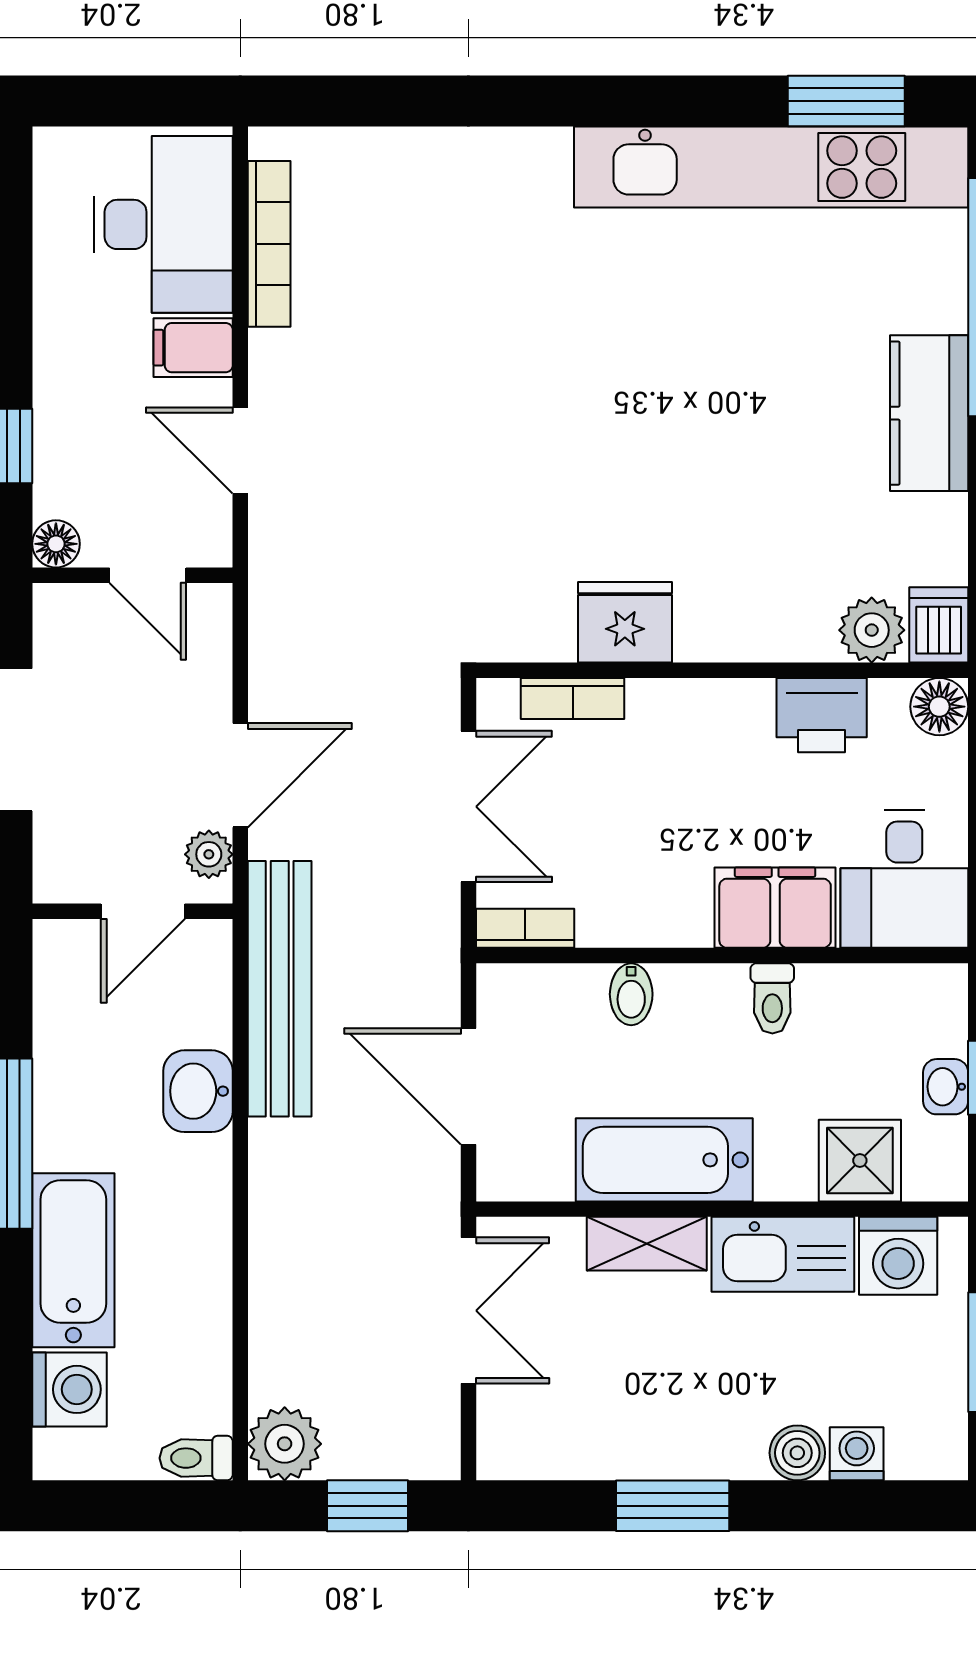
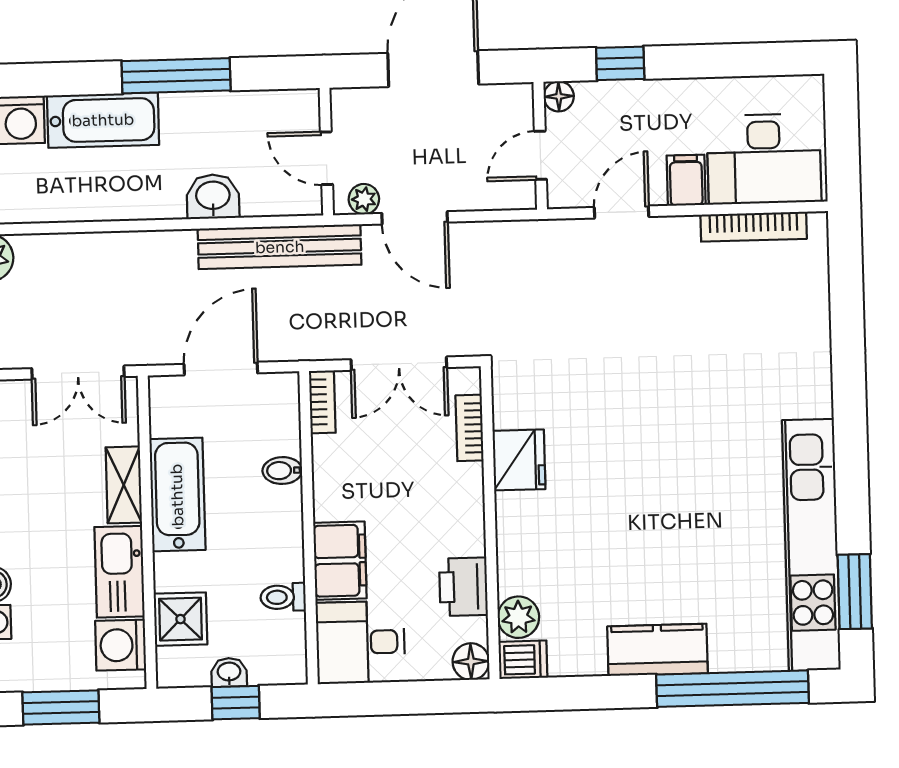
toilet: (772, 998) -> (283, 597), moved

